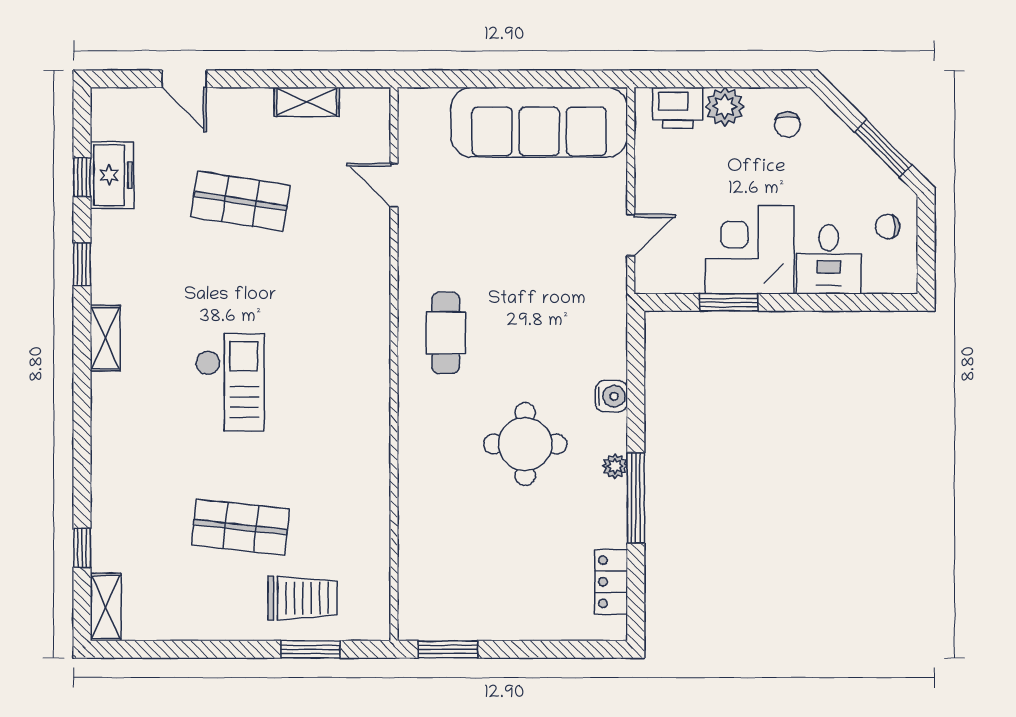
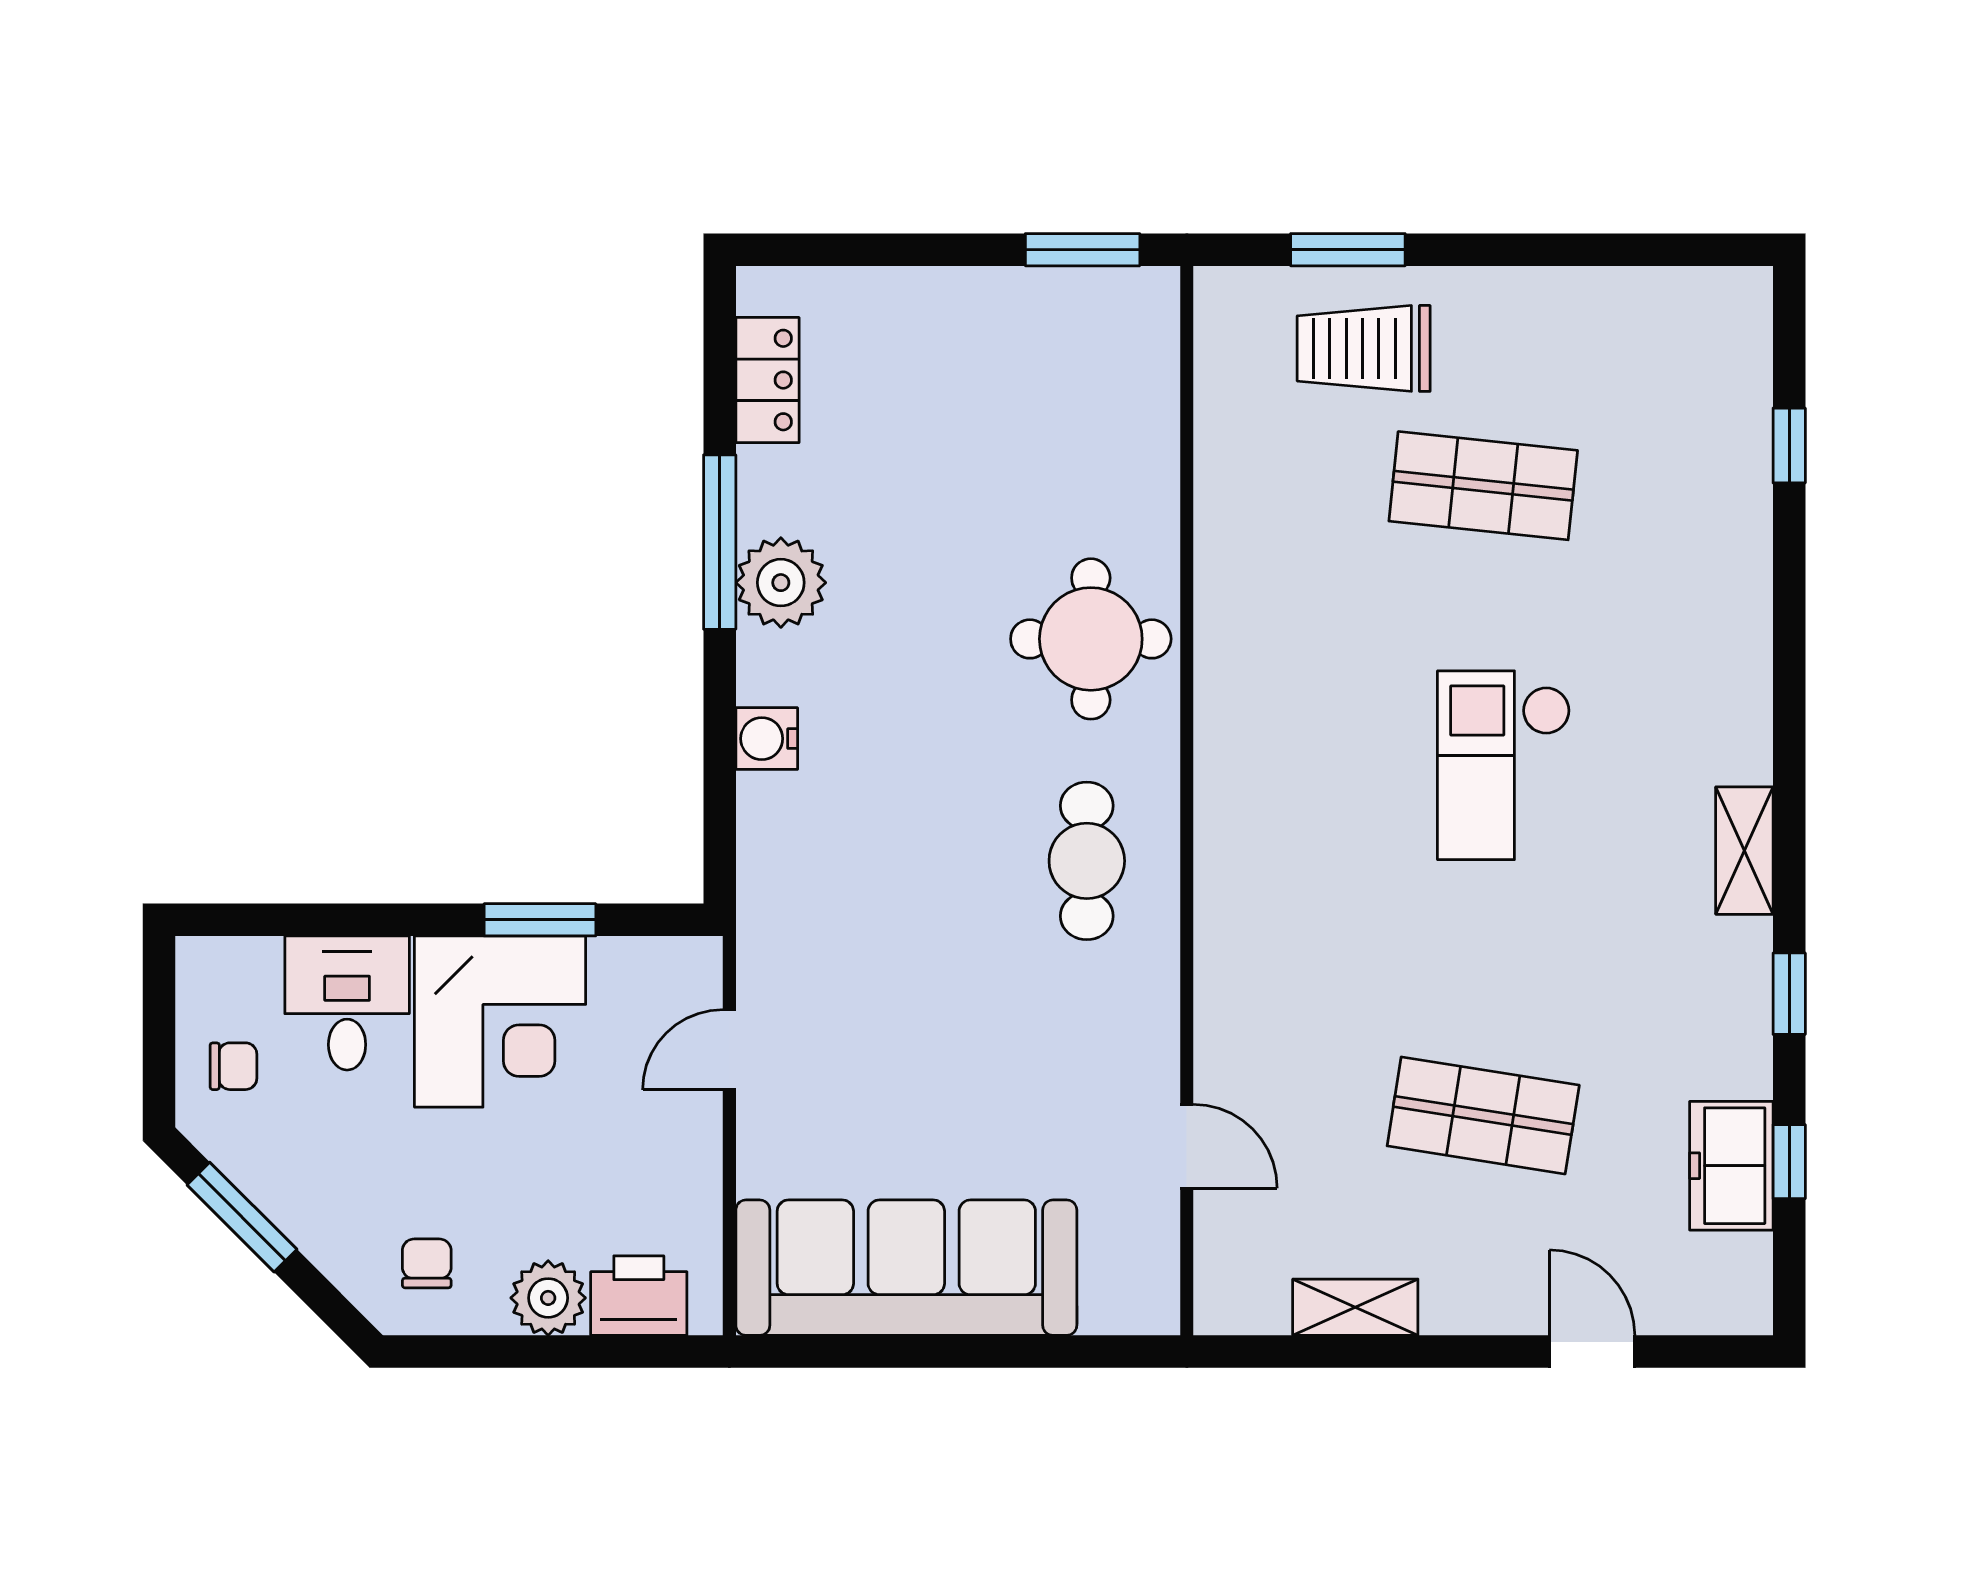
round table: (525, 444) -> (1091, 639), moved
plant: (615, 466) -> (781, 583), width x1.88, depth x1.88
shelving: (106, 607) -> (1744, 331), removed

